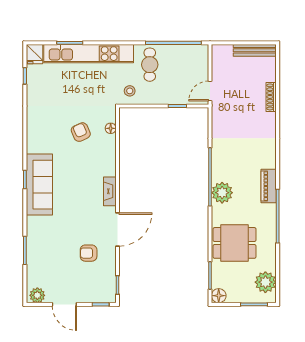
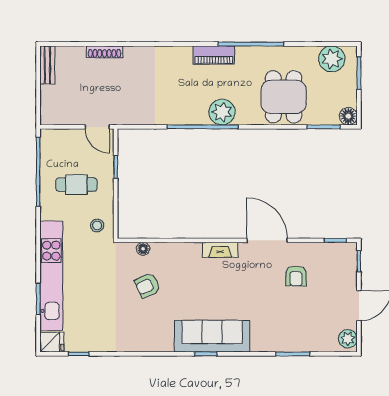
bench: (255, 50) -> (47, 65), width x0.73
cafe table: (150, 65) -> (76, 185), moved

